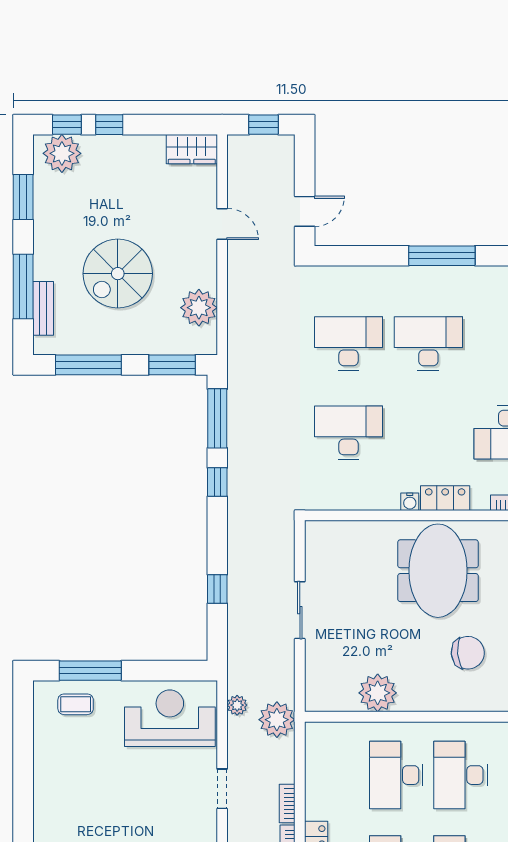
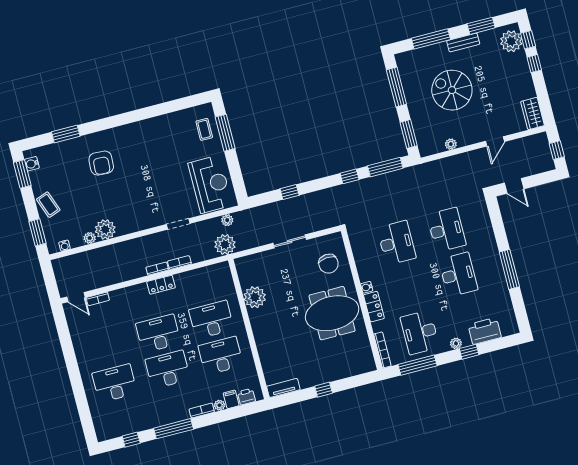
bench: (43, 308) -> (463, 42), moved
plant: (199, 308) -> (451, 144), width x0.53, depth x0.53
chair: (468, 653) -> (328, 264), moved

